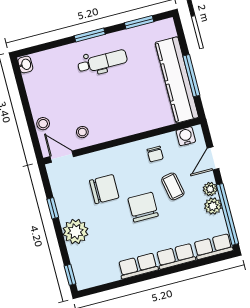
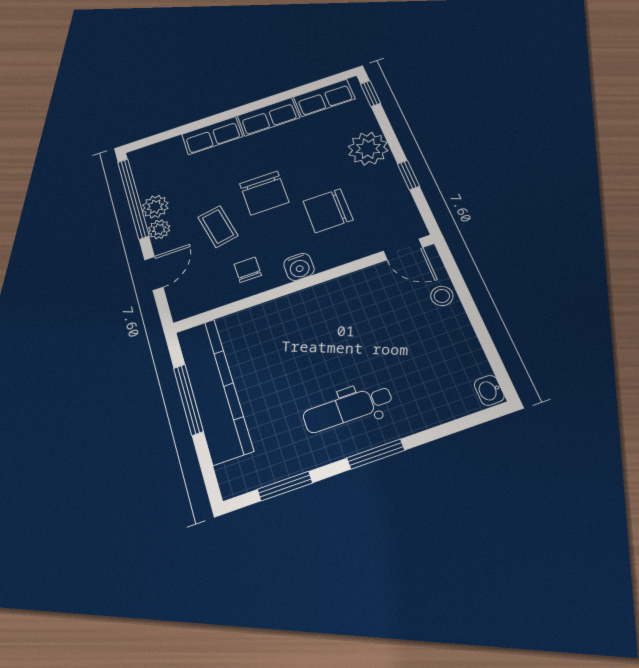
stool: (82, 132) -> (372, 290), removed
water cooler: (186, 136) -> (299, 267), moved
row of seats: (213, 247) -> (324, 98), moved

